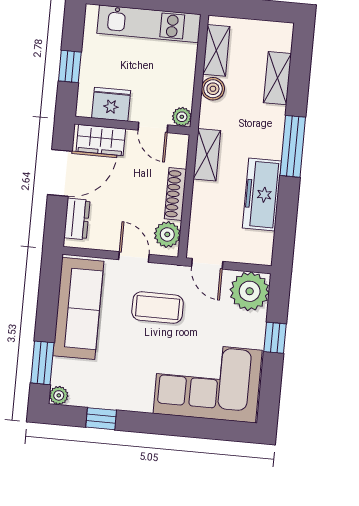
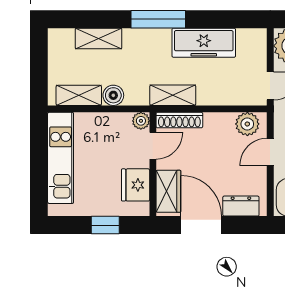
shoe rack: (175, 194) -> (179, 120), moved

